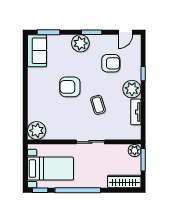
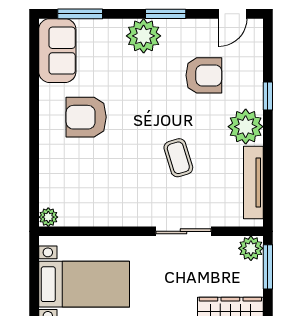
armchair: (70, 87) -> (86, 117), moved
tv unit: (136, 112) -> (253, 182), width x1.41
plant: (37, 131) -> (48, 217), width x0.53, depth x0.53
sliding door: (90, 142) -> (184, 231), moved

